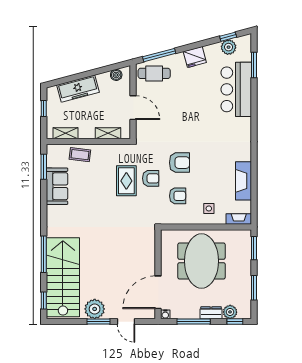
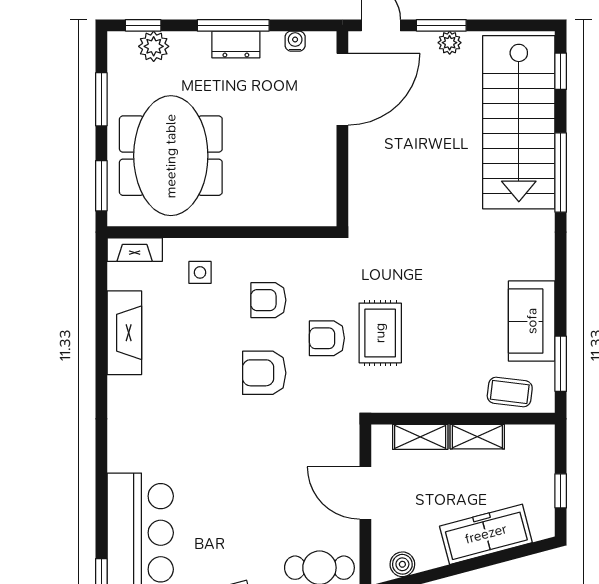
shelving: (65, 133) -> (477, 437), moved
coffee table: (80, 155) -> (510, 392), moved
meeting table: (201, 261) -> (171, 156), moved
wall: (158, 274) -> (342, 129), moved
door: (158, 292) -> (342, 89), moved
plant: (95, 309) -> (450, 43), width x0.53, depth x0.53
dresser: (211, 313) -> (236, 45), moved

